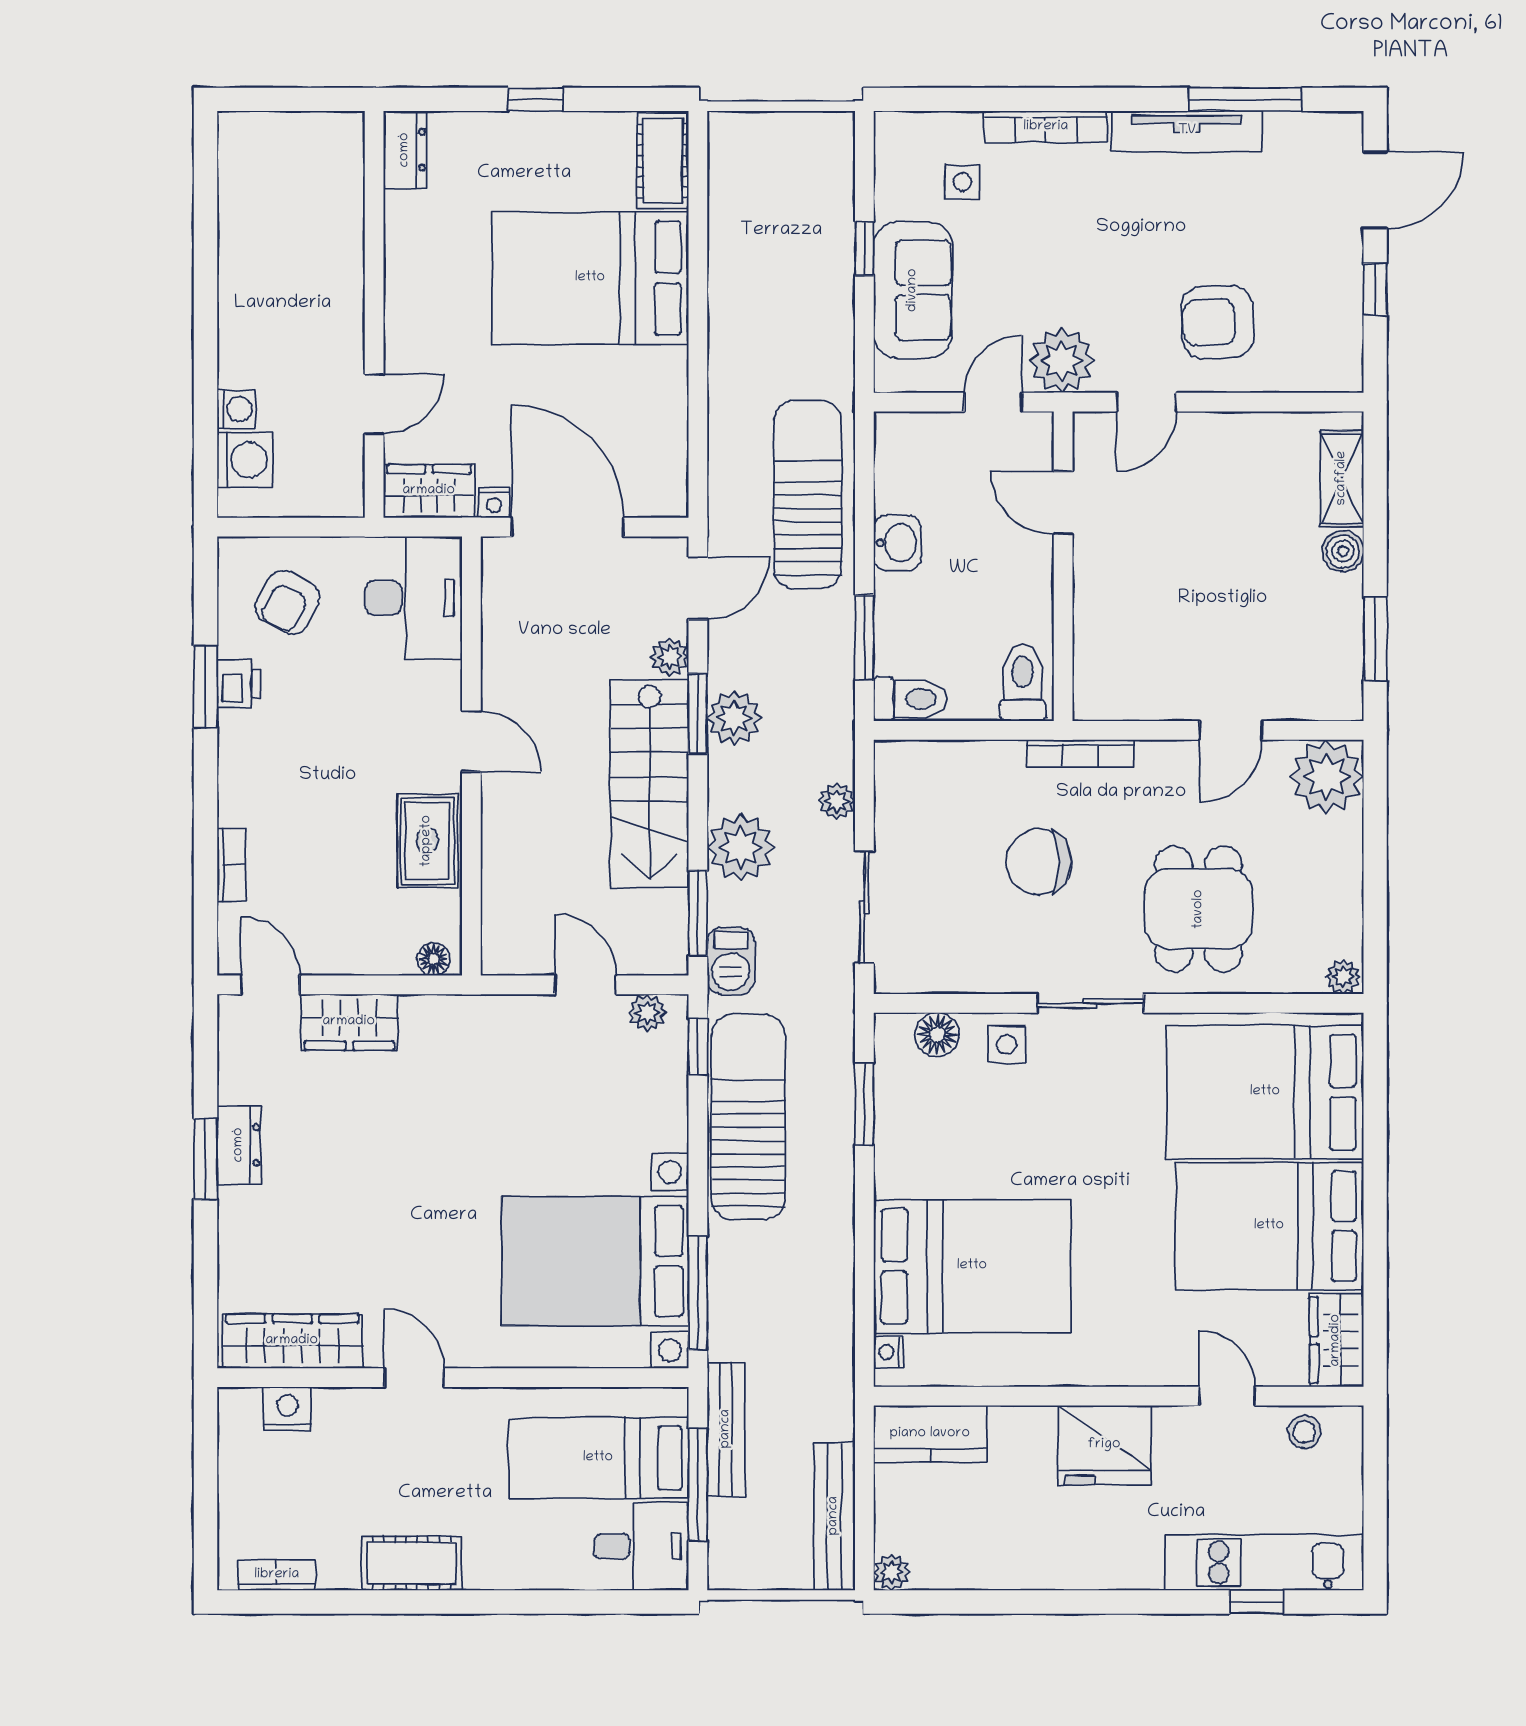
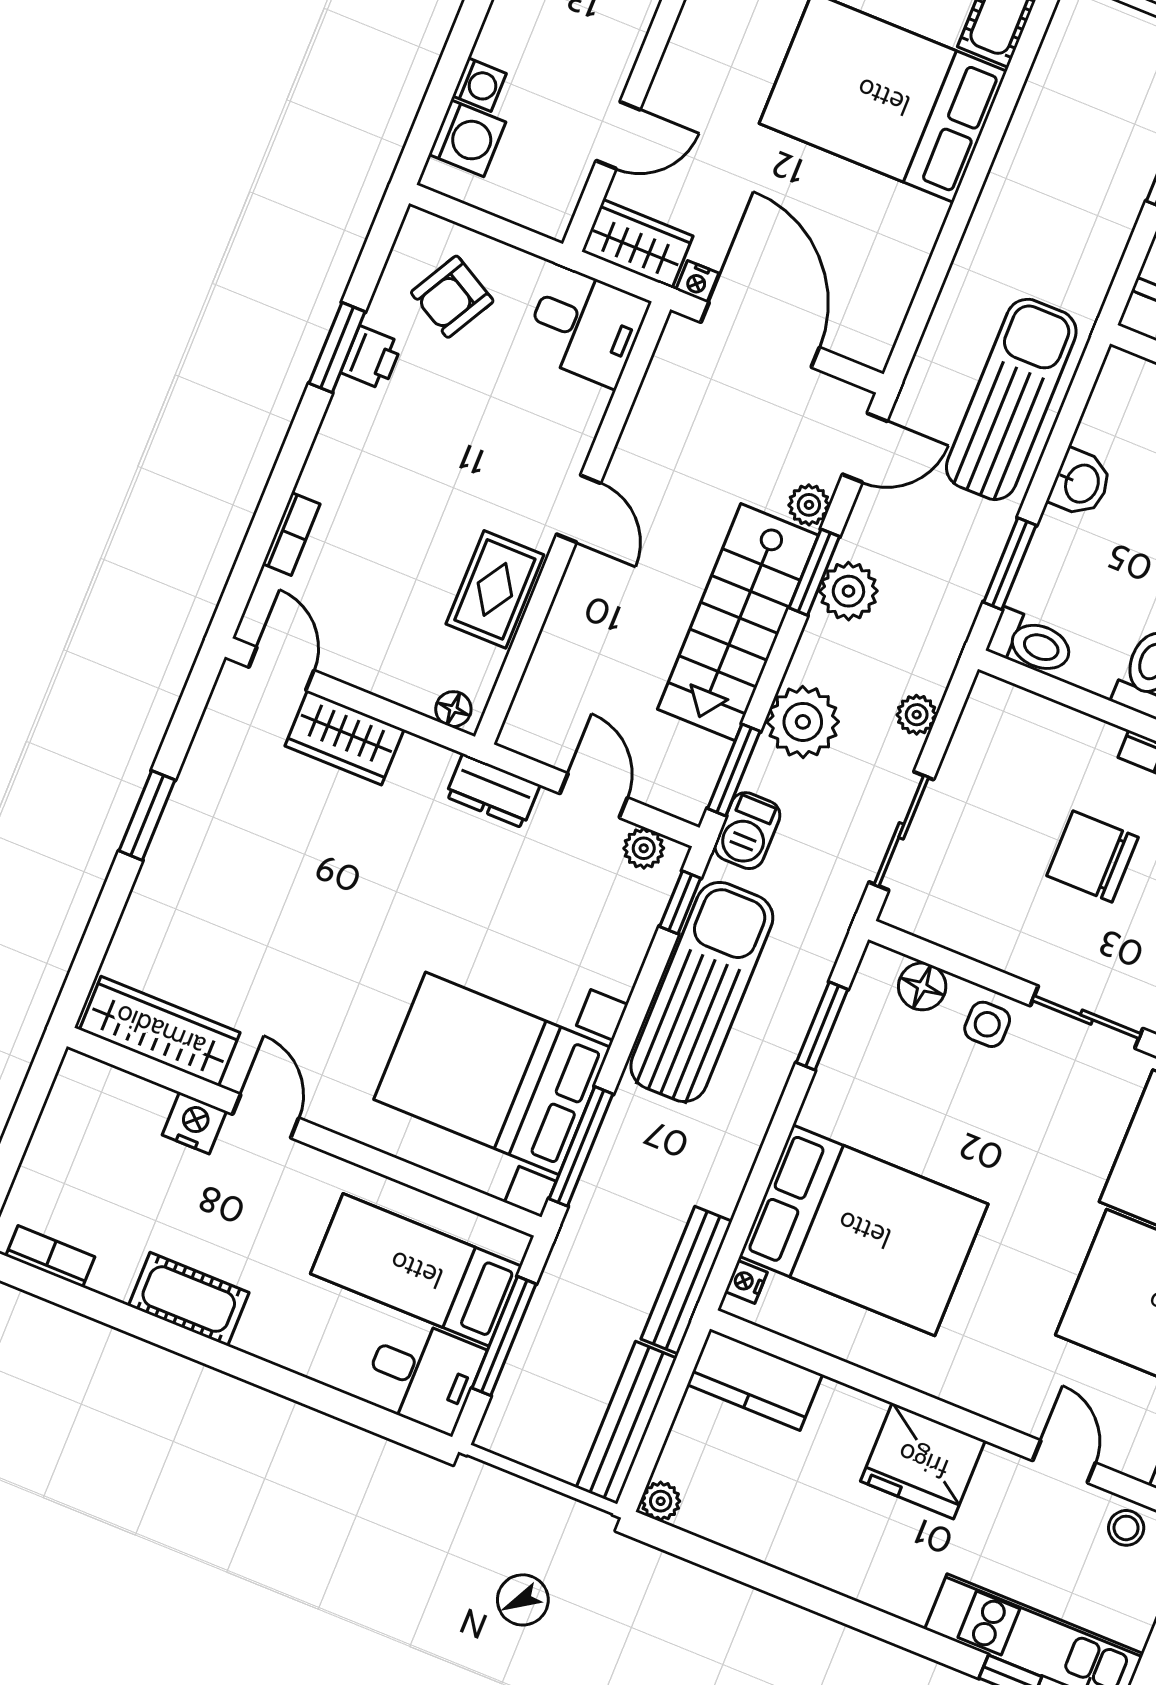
desk: (414, 598) -> (586, 327), width x0.73
dresser: (239, 1145) -> (493, 791), moved, turned 90
nightstand: (287, 1409) -> (194, 1123), moved
bench: (726, 1429) -> (687, 1280), moved

